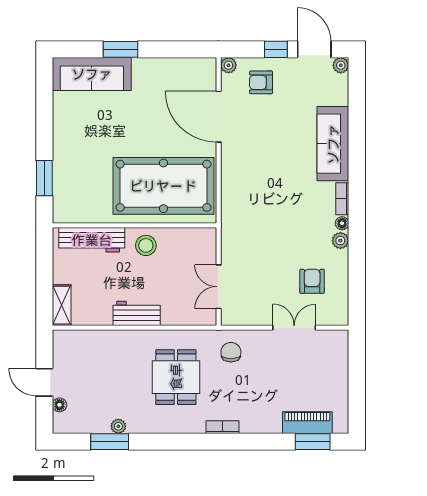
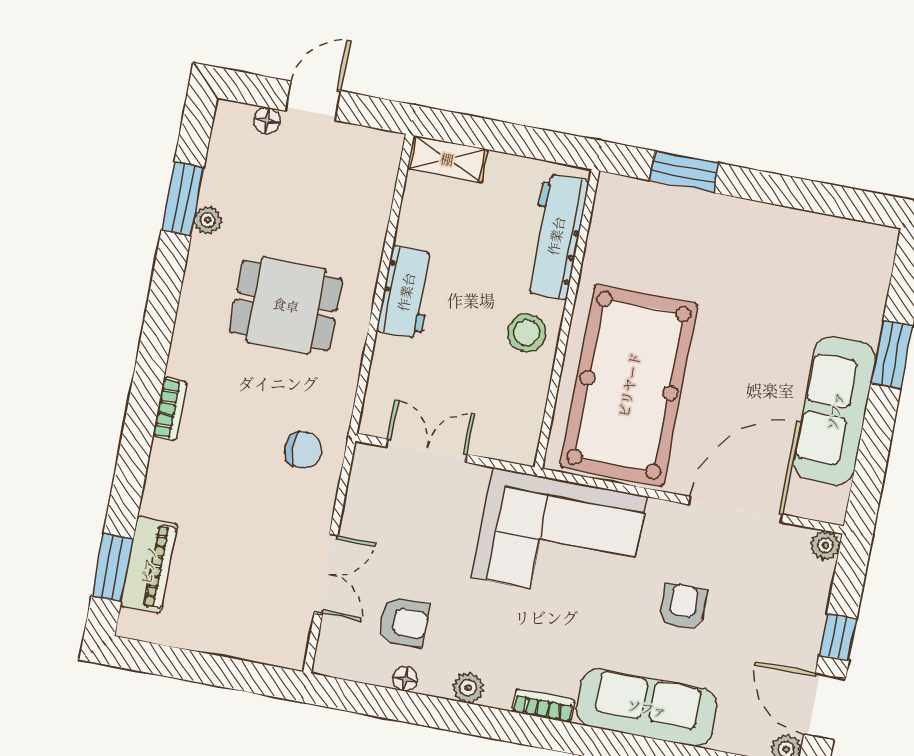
door: (314, 49) -> (825, 707), swing flipped
sofa: (92, 74) -> (835, 411), moved
armchair: (261, 82) -> (683, 607), moved
corner sofa: (251, 207) -> (559, 537), added
floor lamp: (342, 223) -> (405, 679), moved
dining table: (176, 377) -> (286, 305), moved

